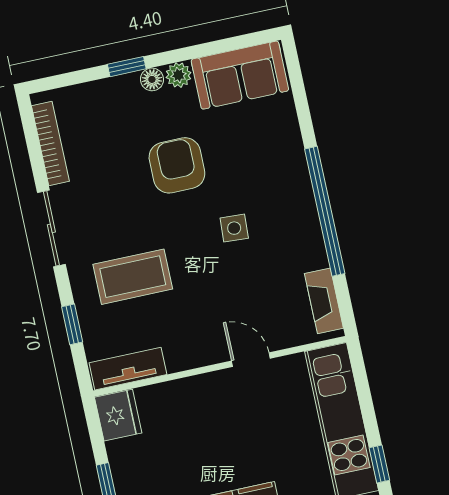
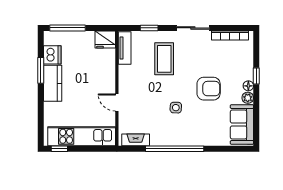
door: (251, 360) -> (117, 103), swing flipped

